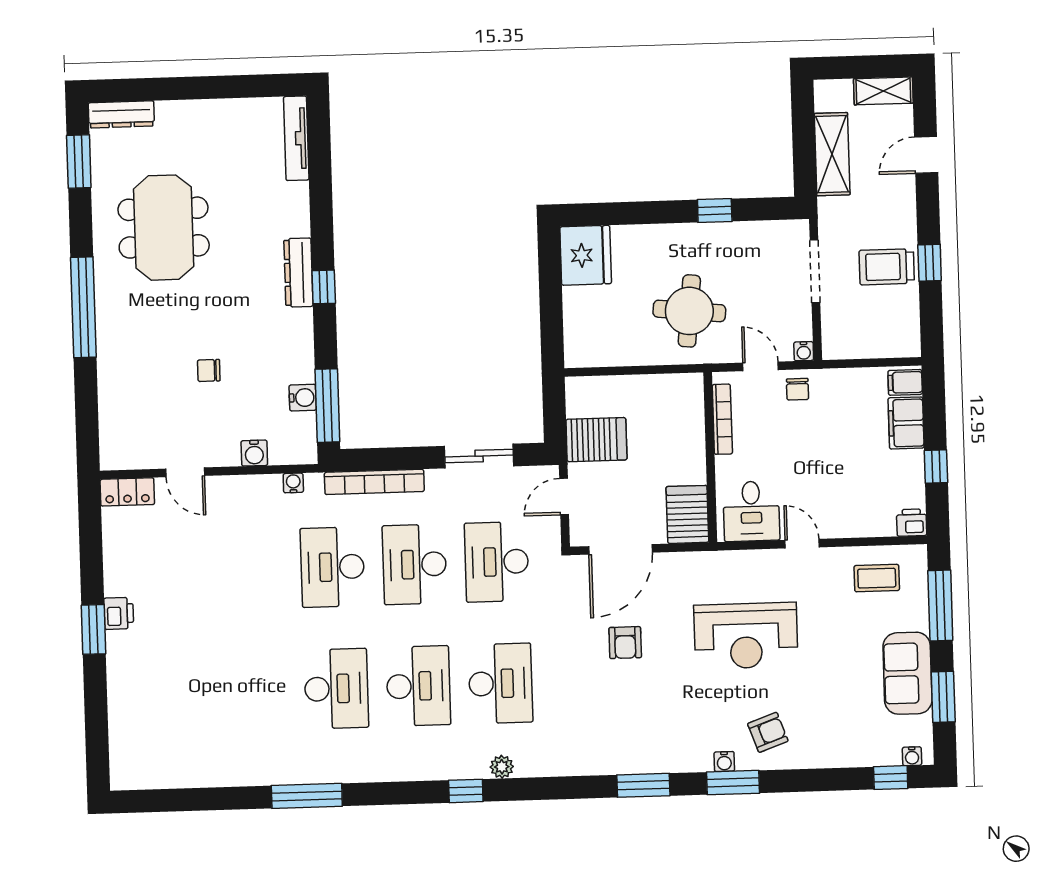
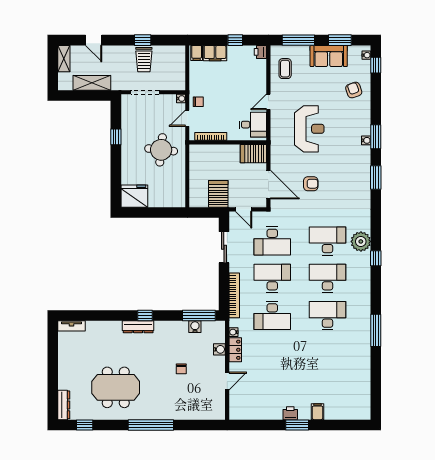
tv unit: (296, 138) -> (72, 326), width x0.71
window: (79, 162) -> (85, 425), width x0.67
locker: (127, 492) -> (235, 350), moved
desk: (415, 564) -> (272, 278), turned 180
filing cabinet: (124, 673) -> (318, 412), added
armchair: (768, 732) -> (354, 90), moved
plant: (502, 767) -> (361, 241), width x1.88, depth x1.88

